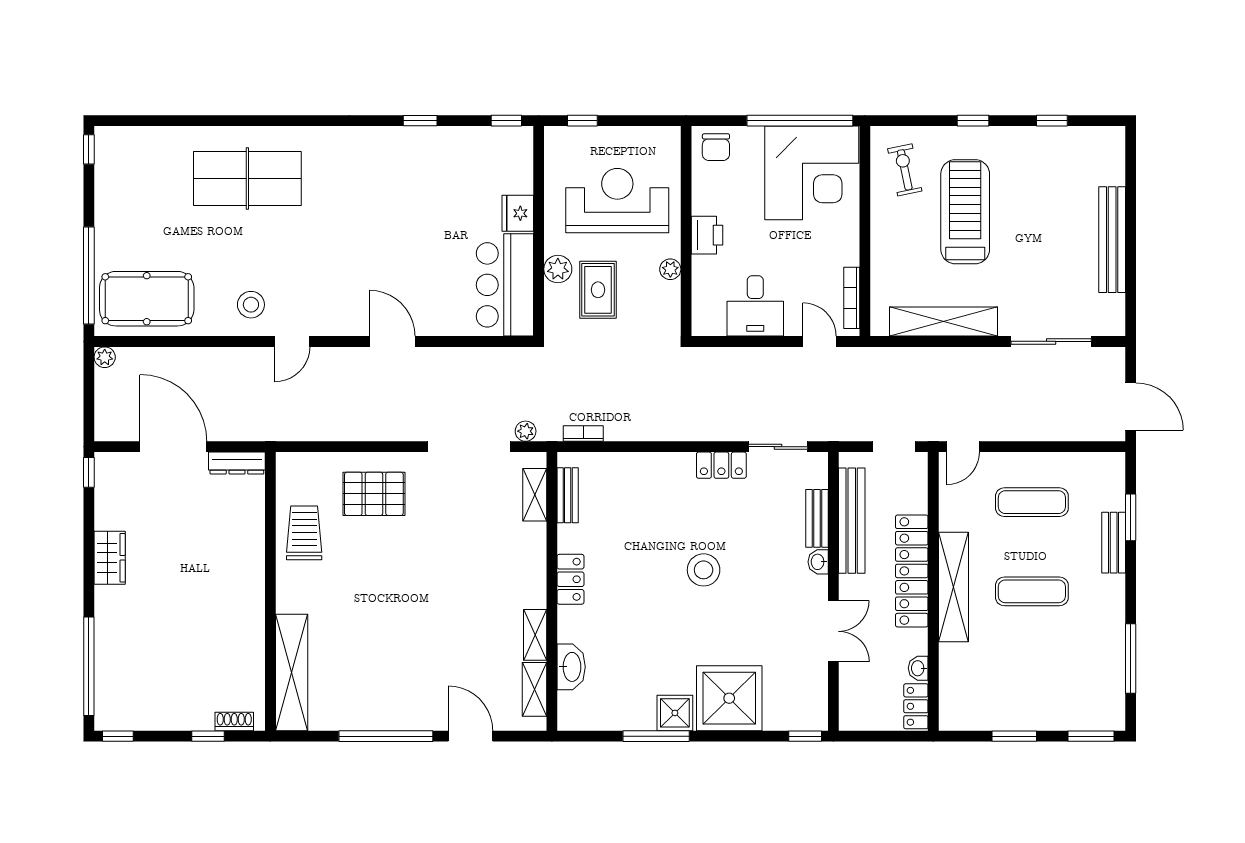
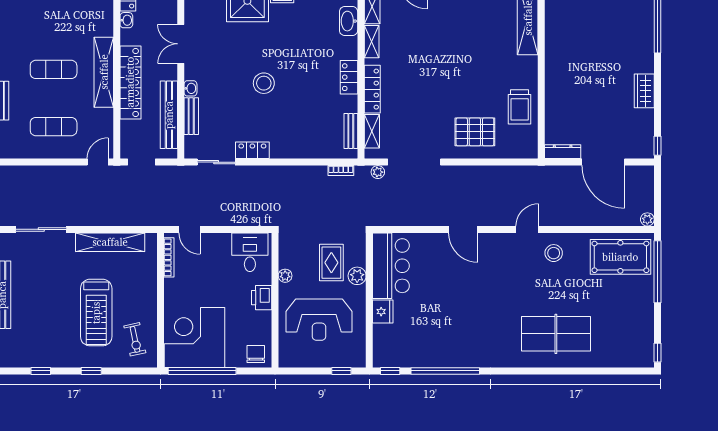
window: (420, 121) -> (445, 371), width x3.17
desk: (755, 306) -> (250, 252), moved
locker: (534, 561) -> (372, 89), added

